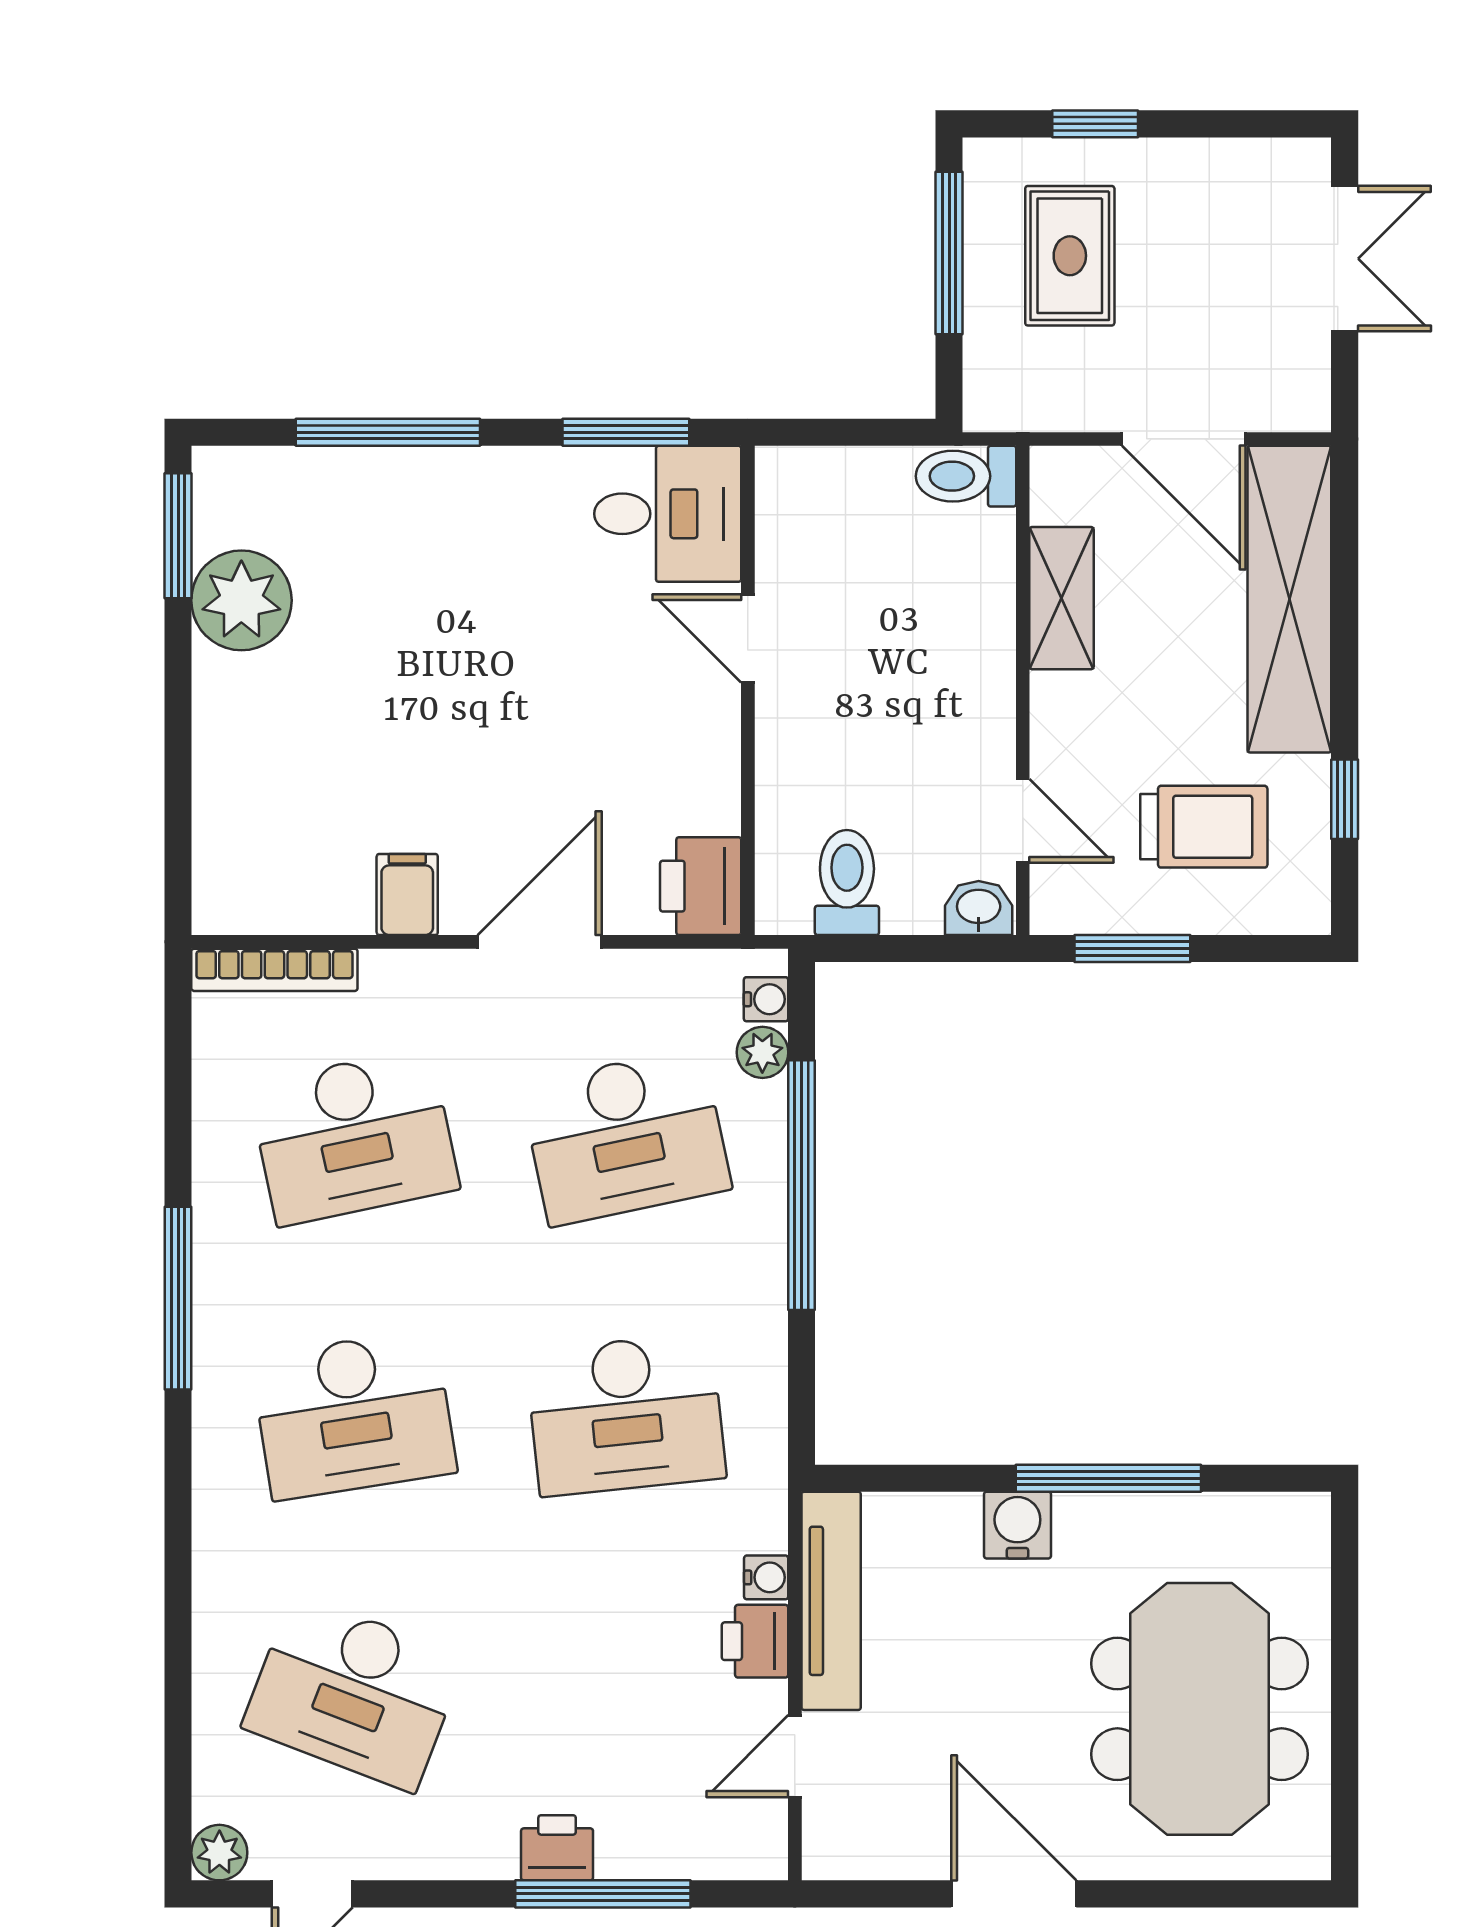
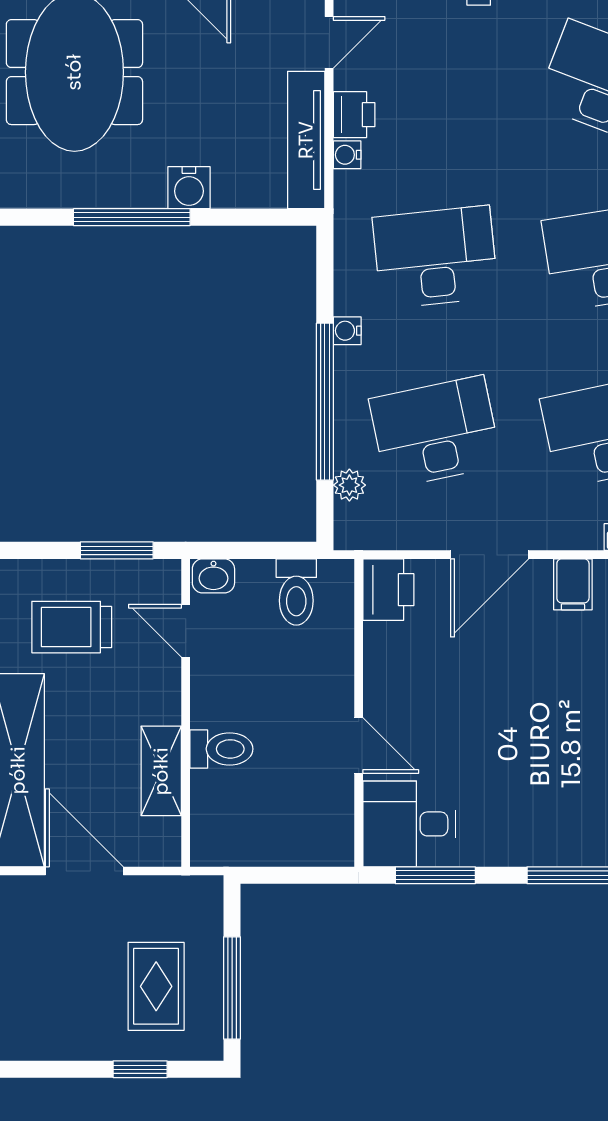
toilet: (966, 476) -> (221, 749), moved
water cooler: (766, 999) -> (347, 331), moved

